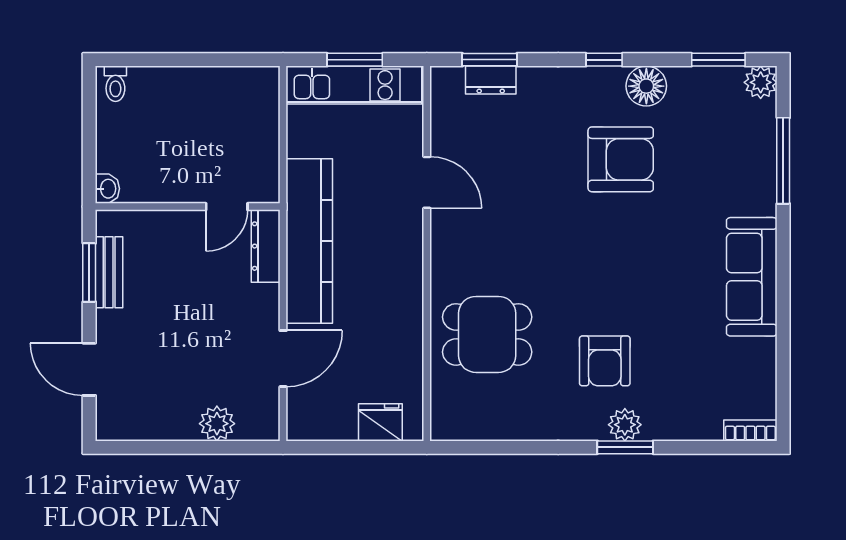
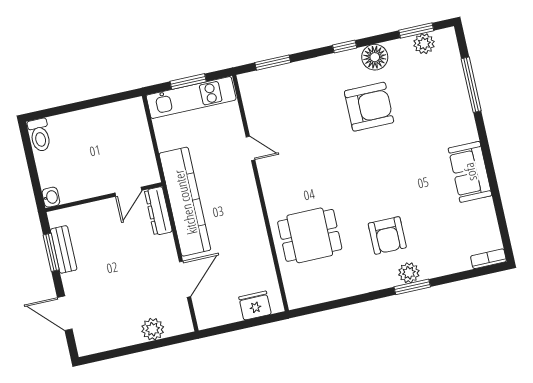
dresser: (491, 80) -> (276, 75), removed
plant: (761, 82) -> (424, 44), moved
toilet: (115, 84) -> (40, 135), width x1.37, depth x1.39
door: (427, 182) -> (251, 148), width x0.73
sofa: (752, 277) -> (470, 172), width x0.73

